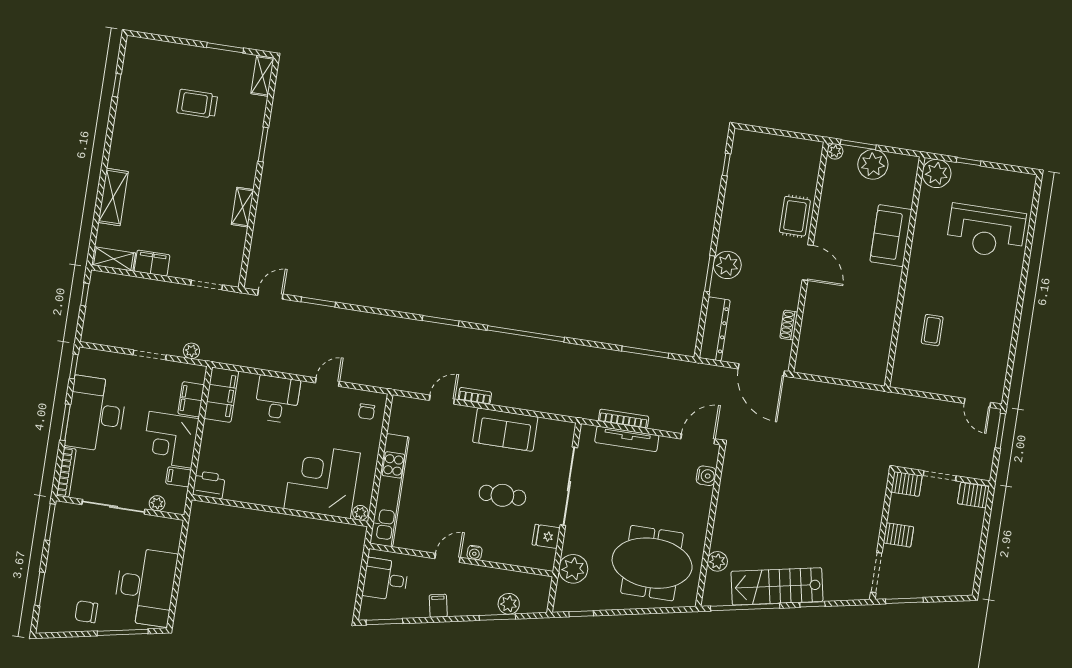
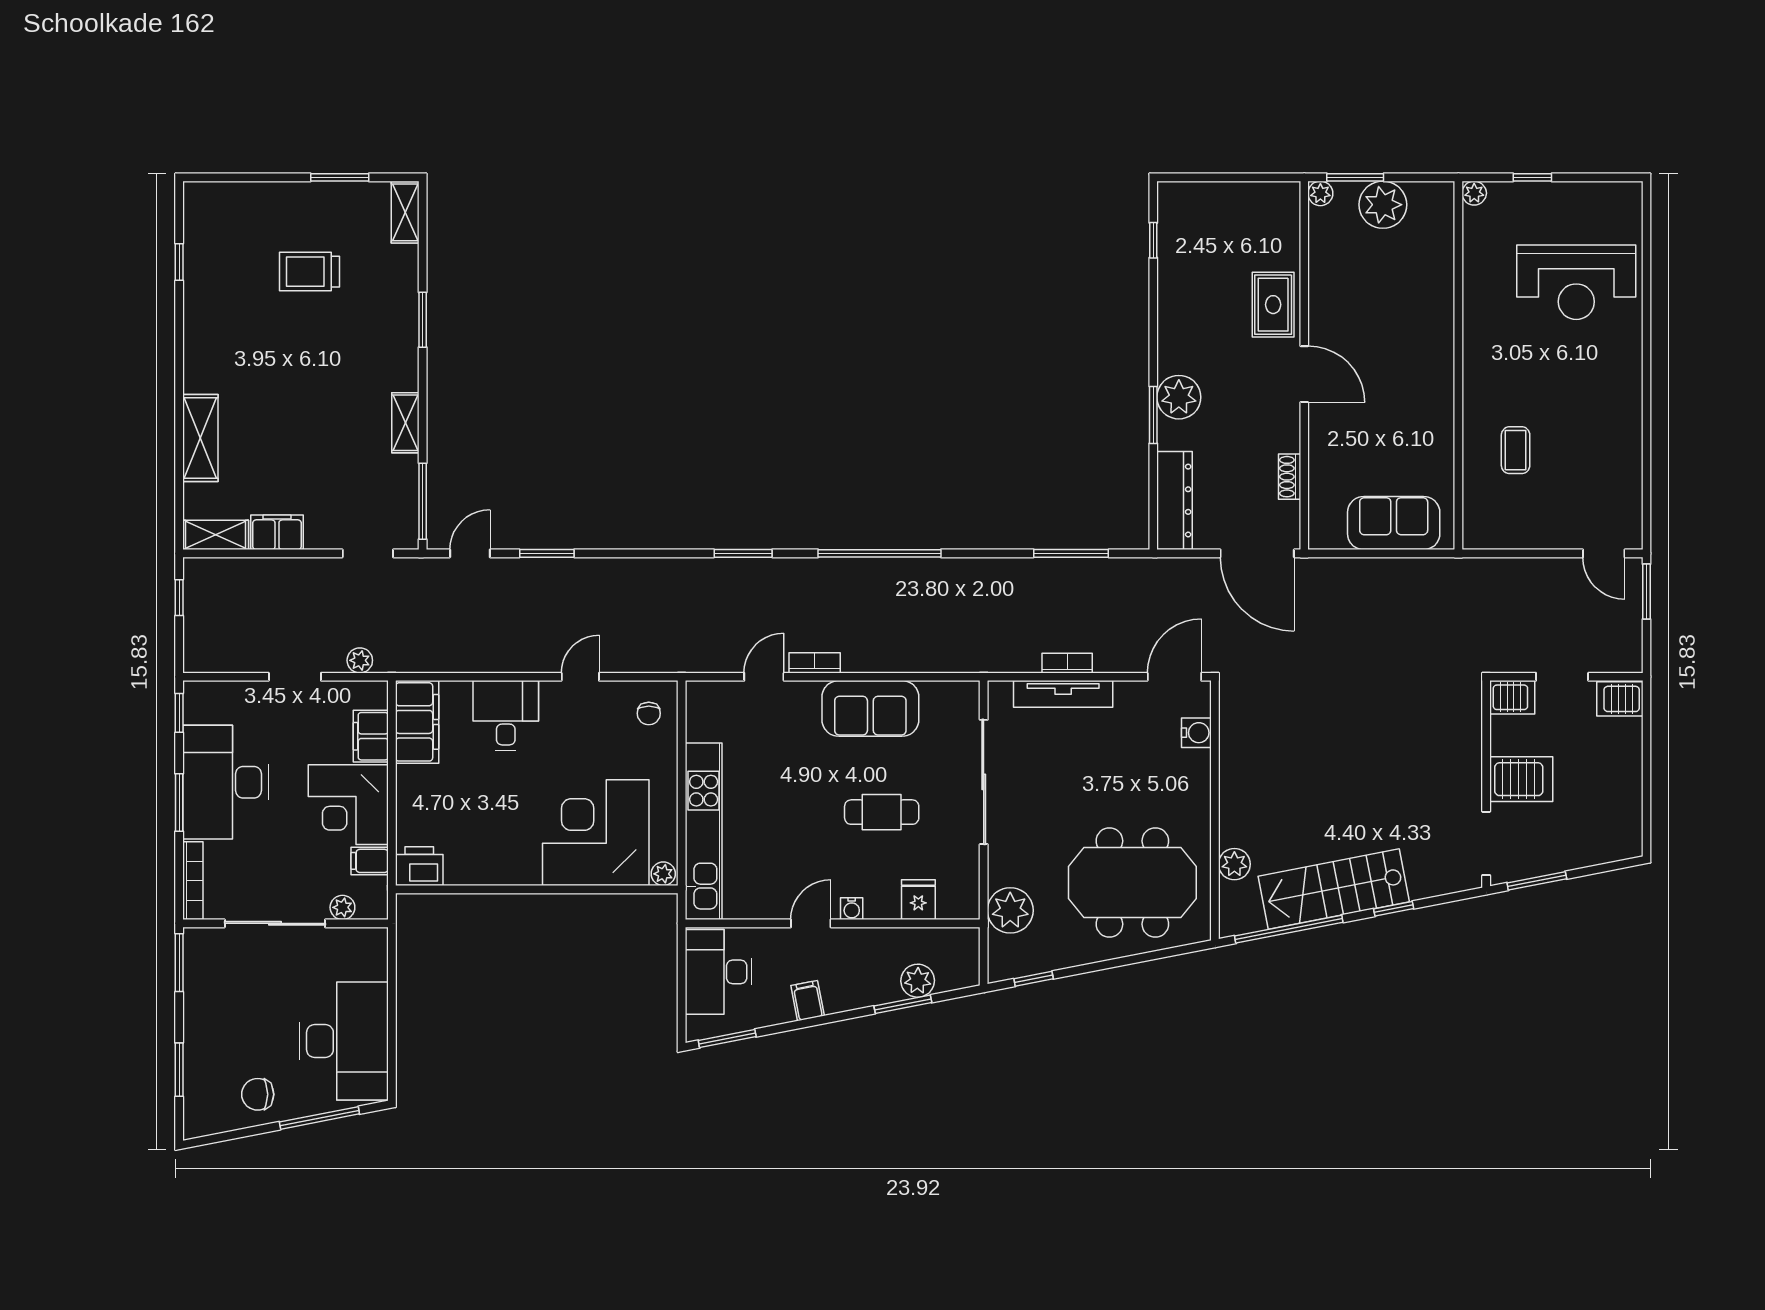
plant: (937, 173) -> (1474, 193), width x0.53, depth x0.53
sofa: (891, 236) -> (1394, 523), moved, turned 90
window: (246, 258) -> (423, 501), added
bookcase: (624, 419) -> (1067, 663), width x0.64
server rack: (898, 535) -> (1521, 779), width x1.36, depth x1.44
fridge: (546, 536) -> (918, 900), moved, turned 90
desk: (385, 579) -> (719, 972), width x1.37

